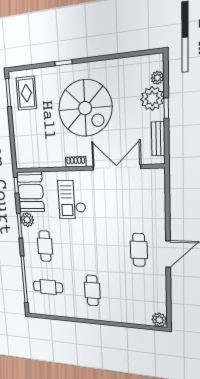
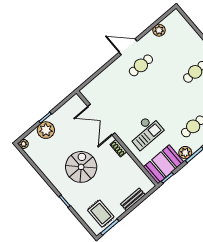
plant: (157, 78) -> (24, 144), moved
rug: (26, 93) -> (101, 214), turned 90
spiral stairs: (85, 108) -> (81, 167), width x0.73, depth x0.73
bench: (158, 139) -> (133, 199), moved
plant: (159, 320) -> (159, 30), moved

